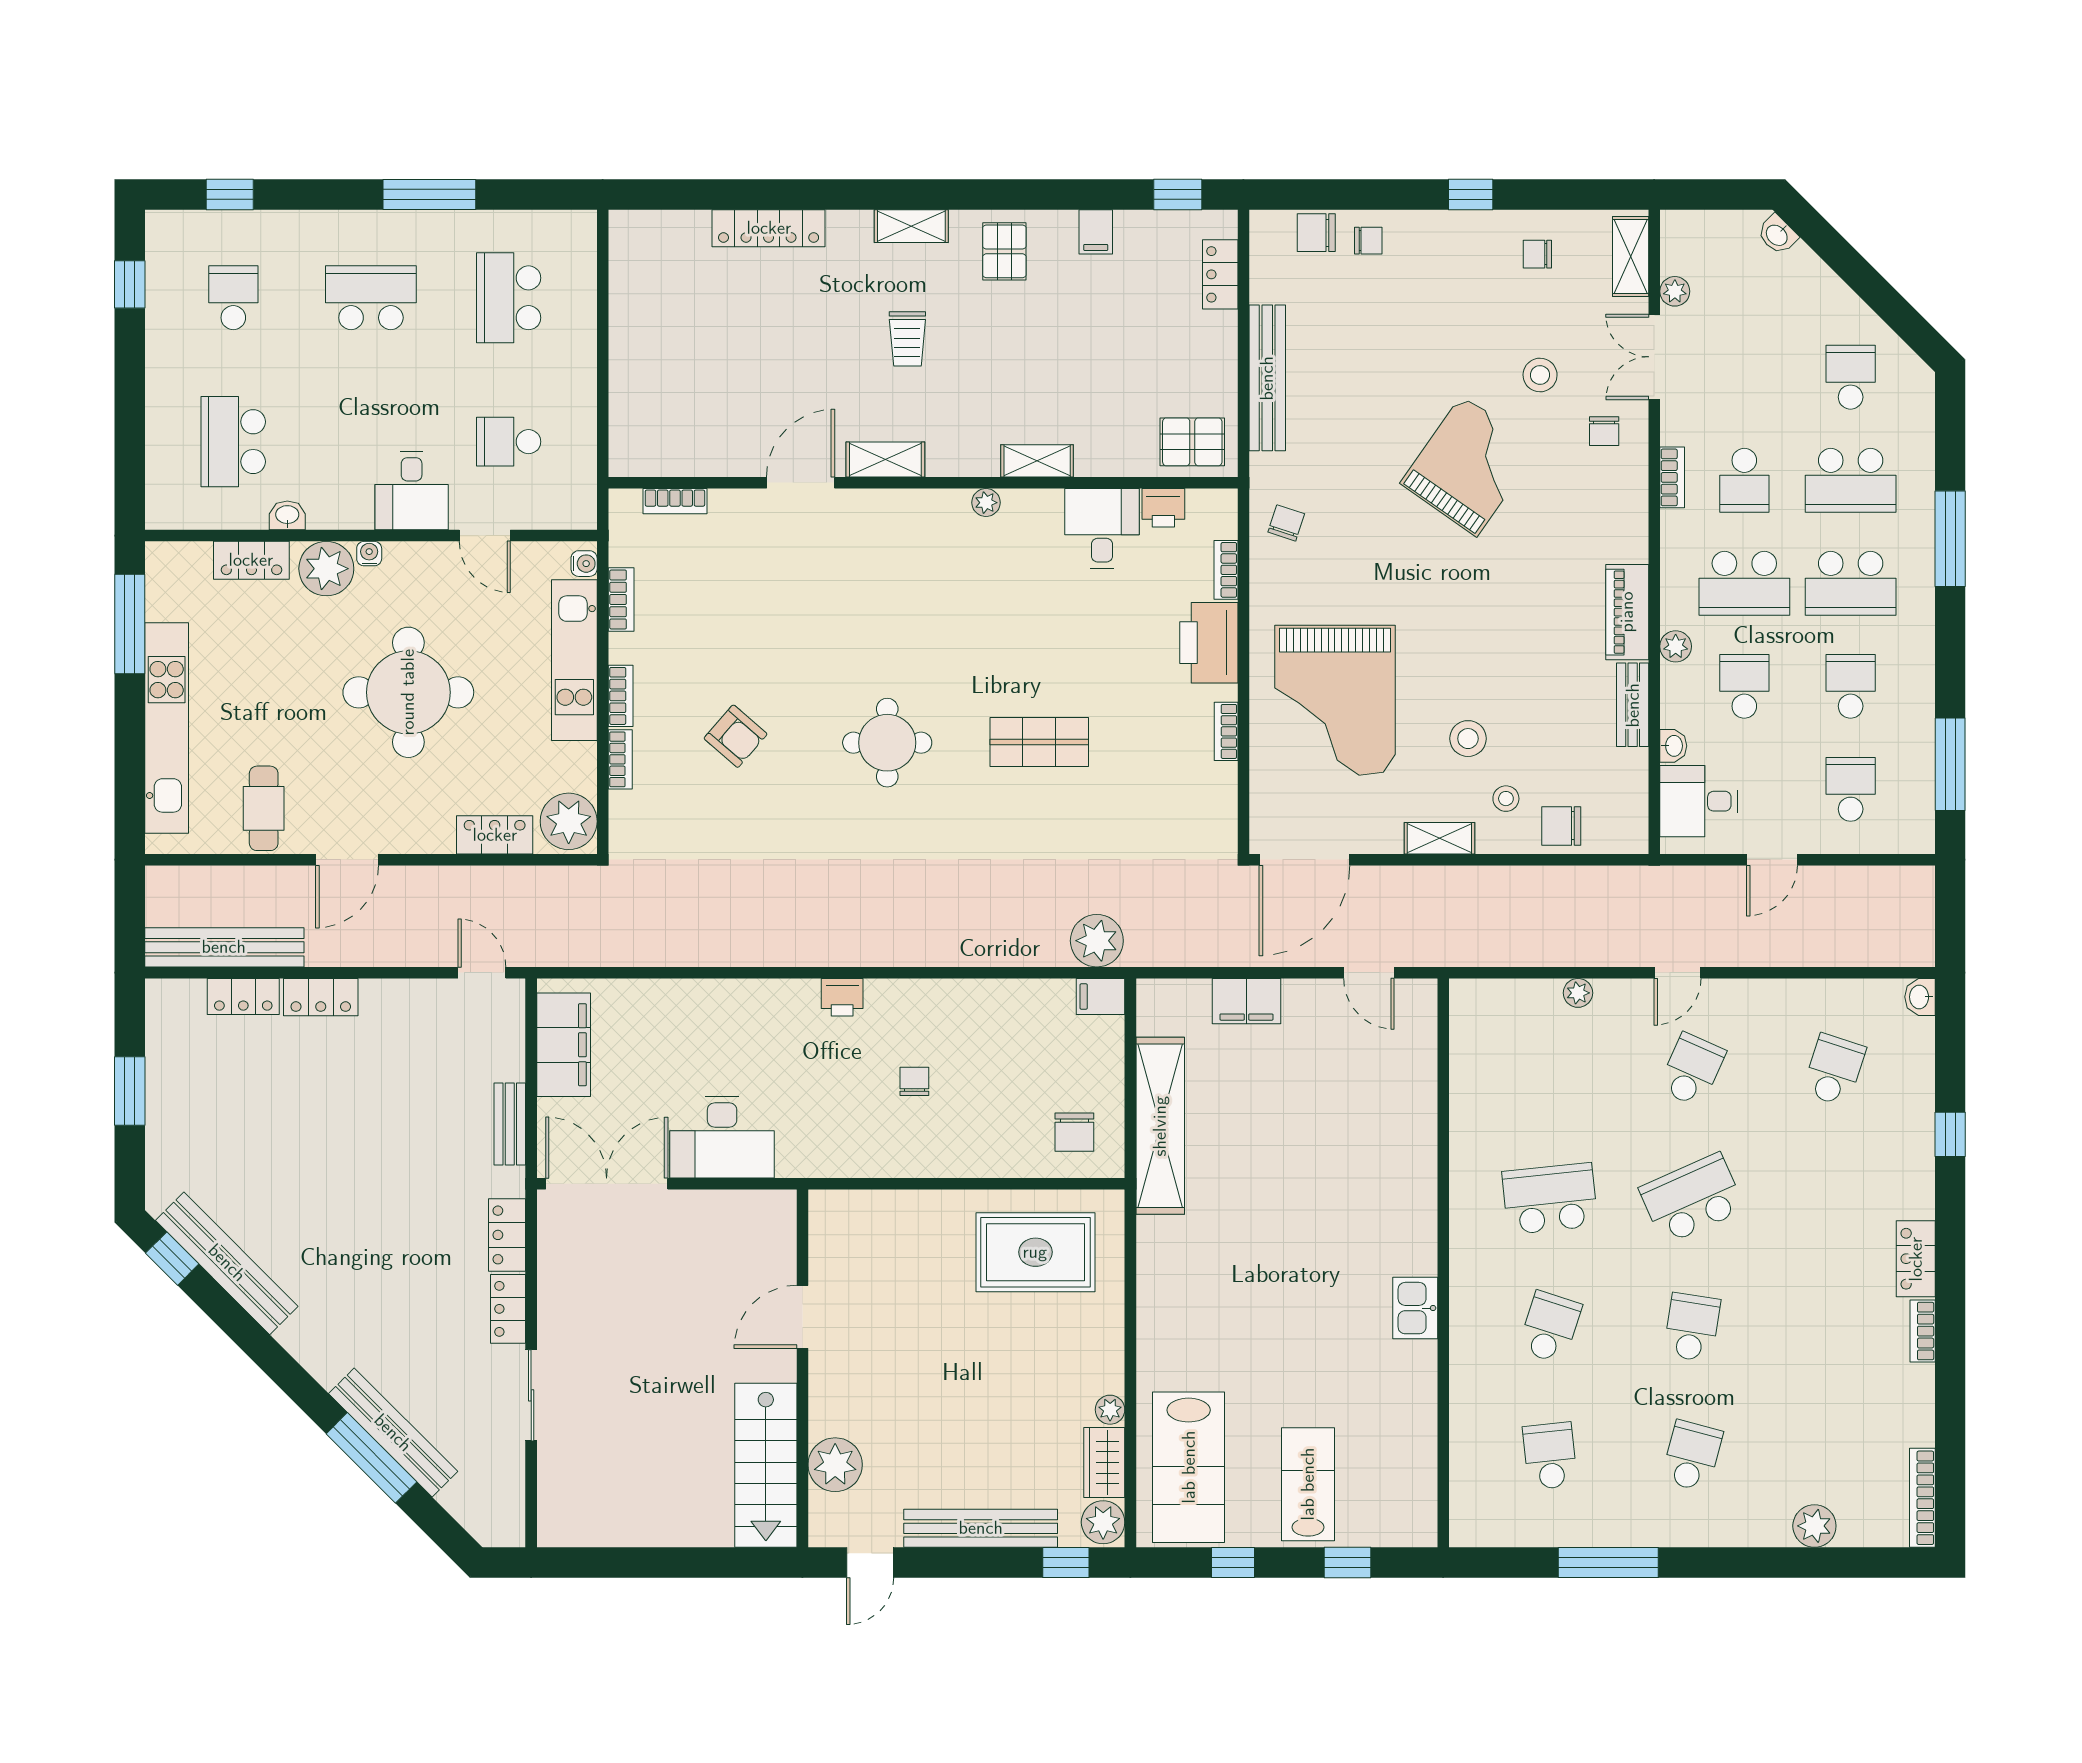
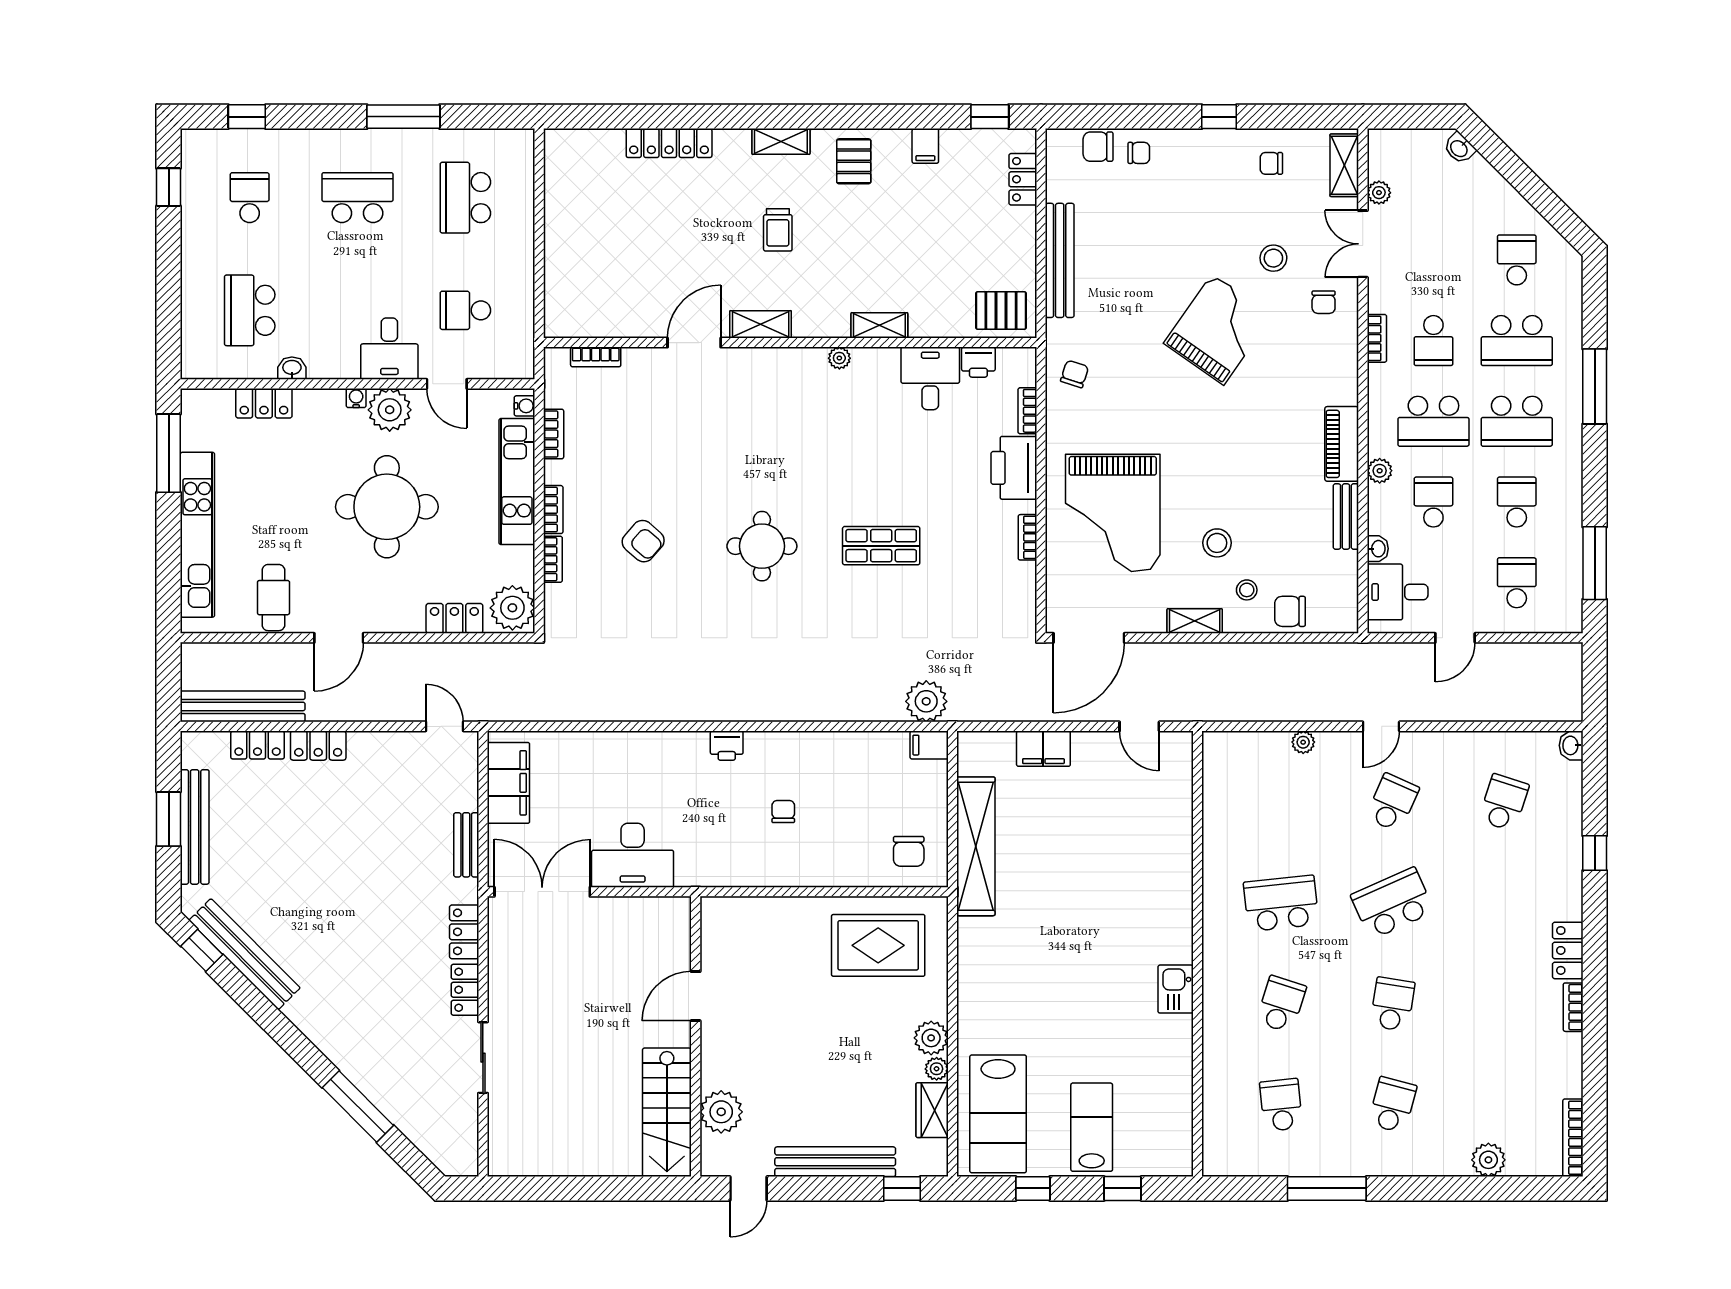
plant: (326, 569) -> (390, 410), moved
bench: (393, 1433) -> (195, 827), moved, turned 45
plant: (1103, 1522) -> (931, 1038), moved

